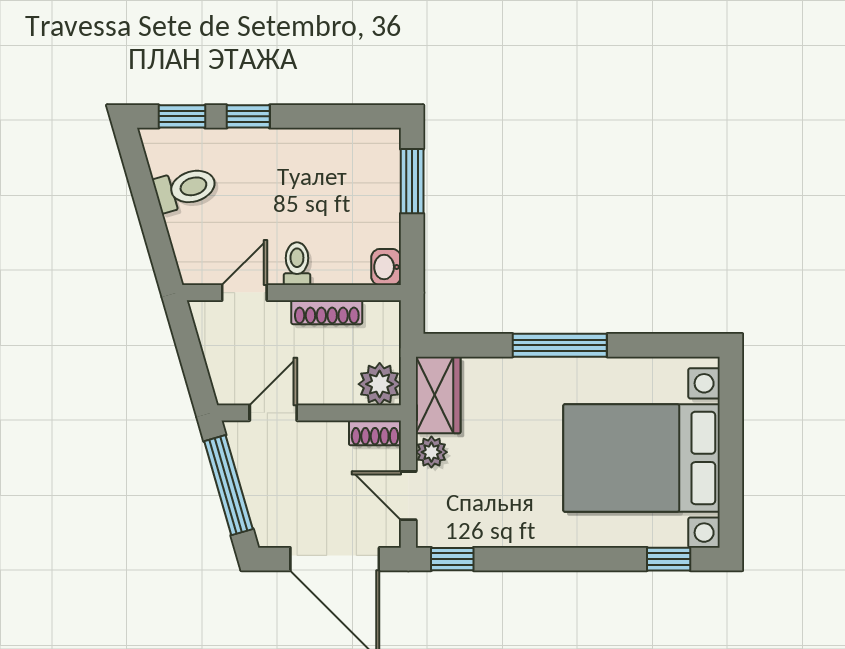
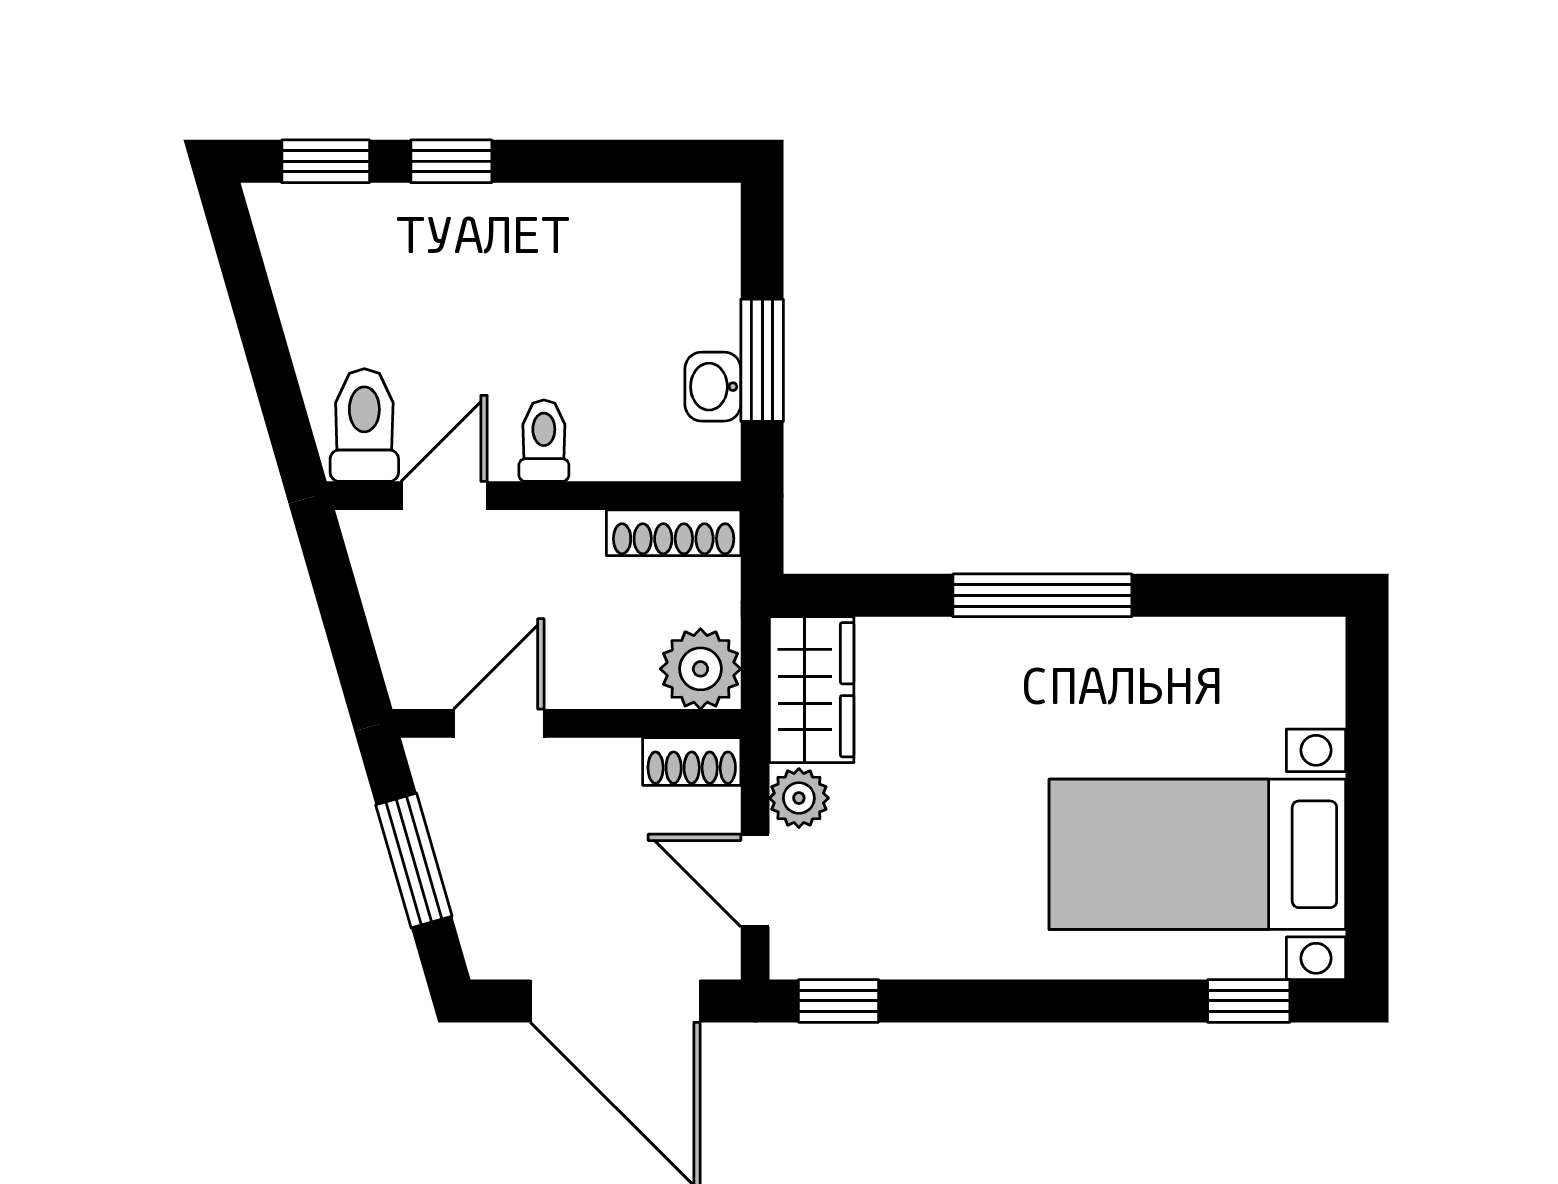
window: (412, 181) -> (762, 360), moved
toilet: (185, 189) -> (364, 425), moved, turned -74
washbasin: (386, 267) -> (713, 387), moved
shoe rack: (327, 312) -> (674, 533), moved
bed with nightstands: (642, 458) -> (1197, 854), width x0.73
window: (228, 485) -> (414, 861), width x0.69

